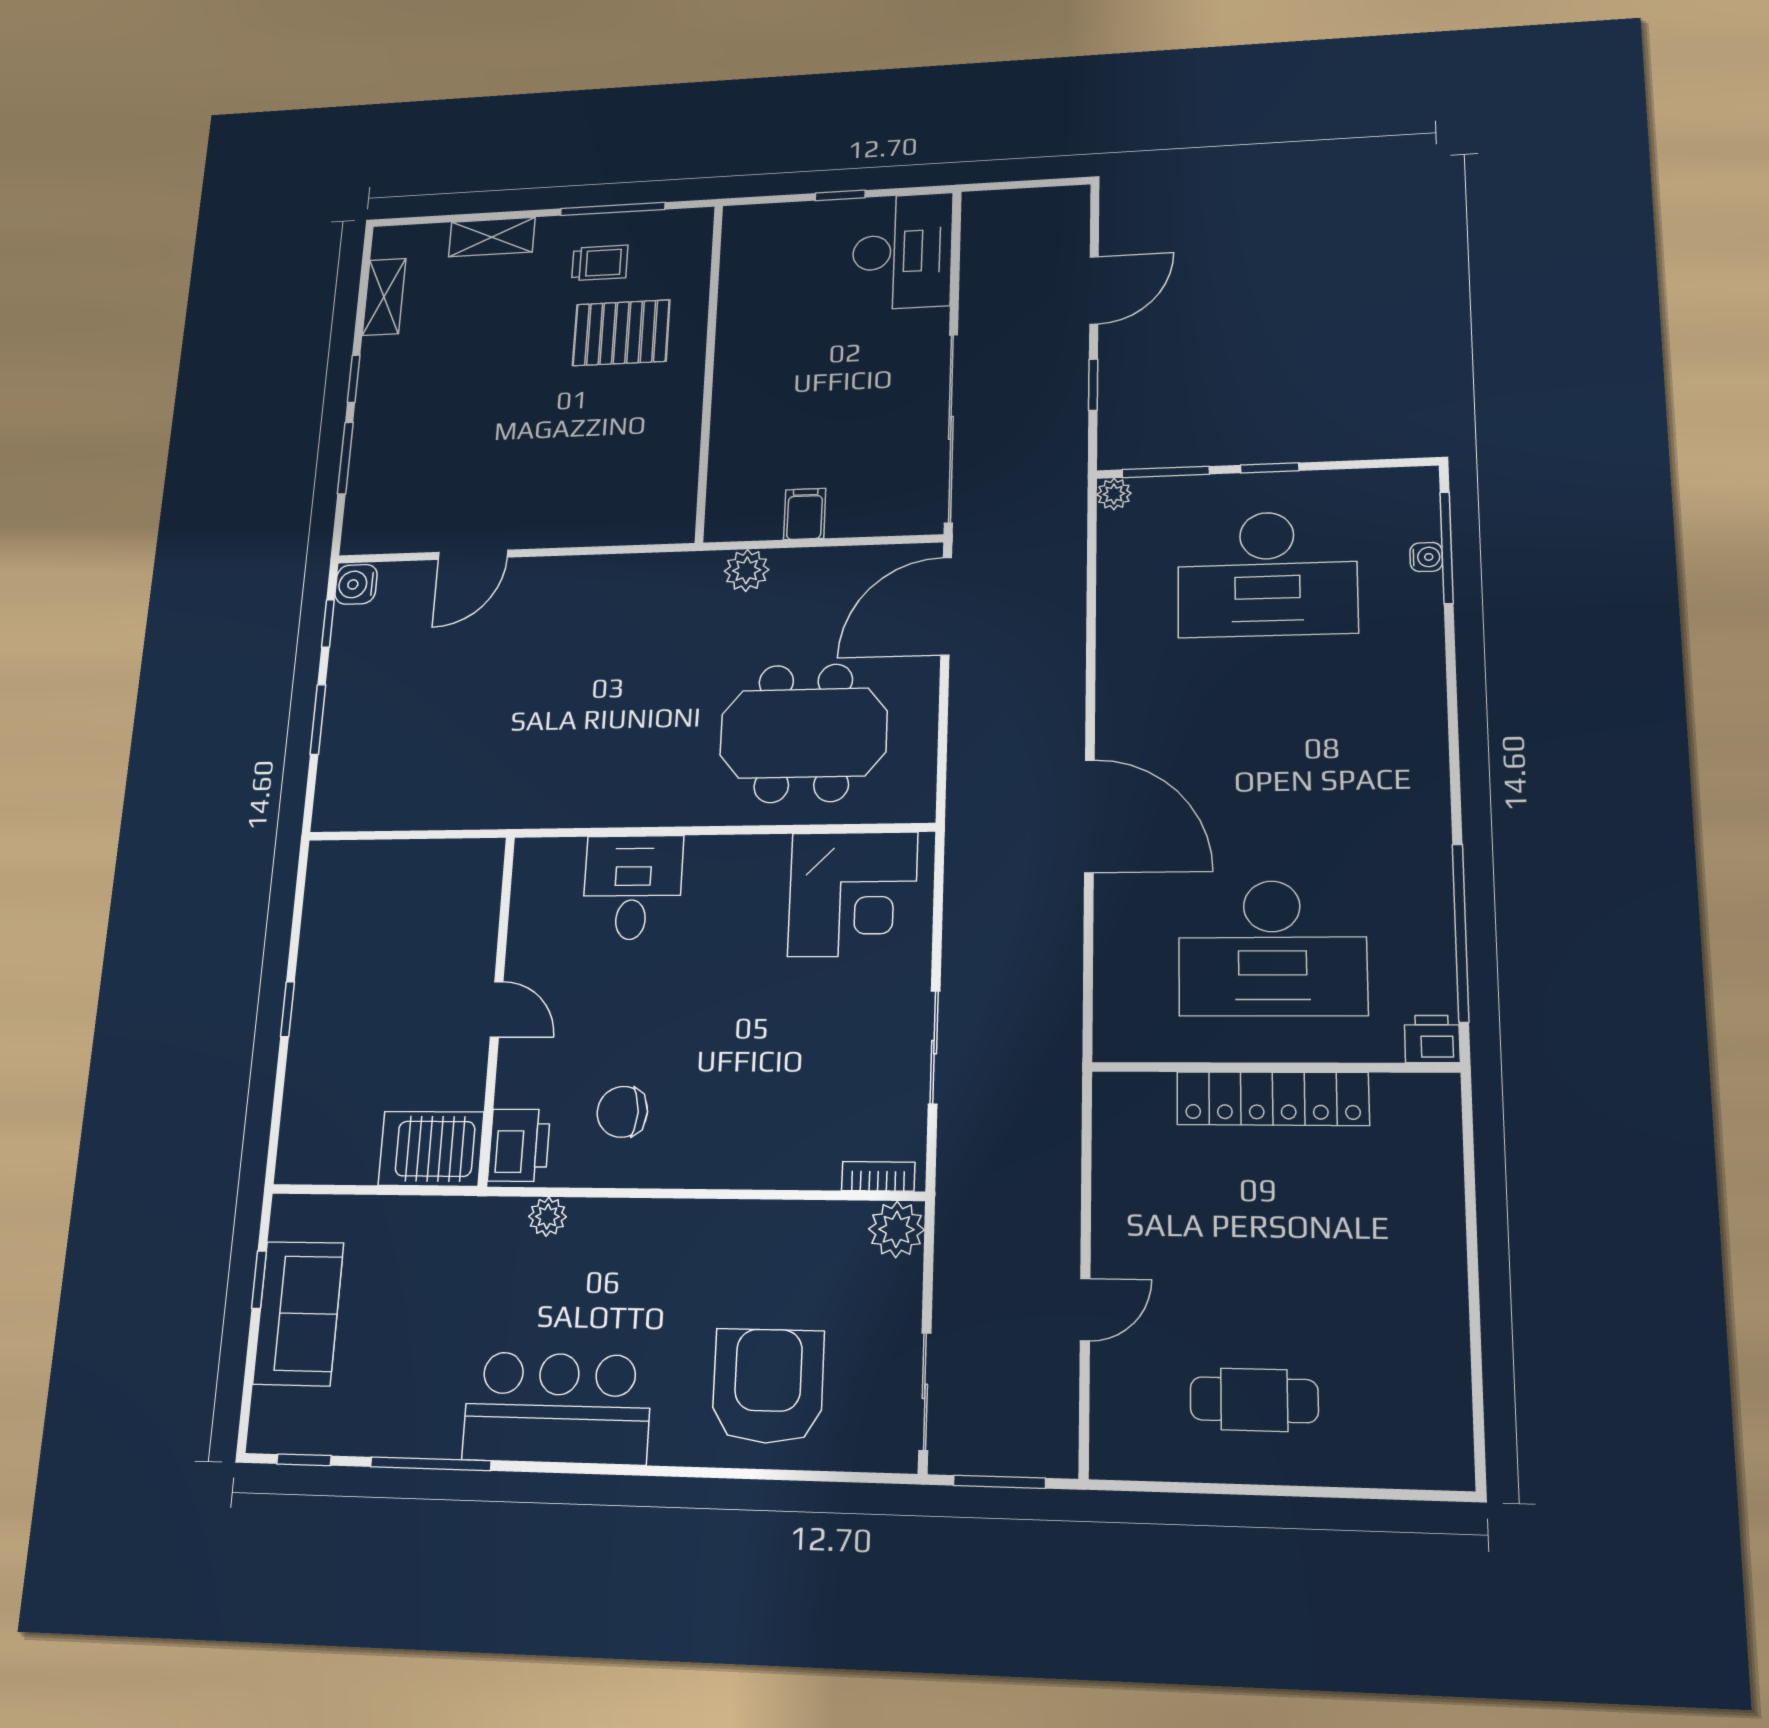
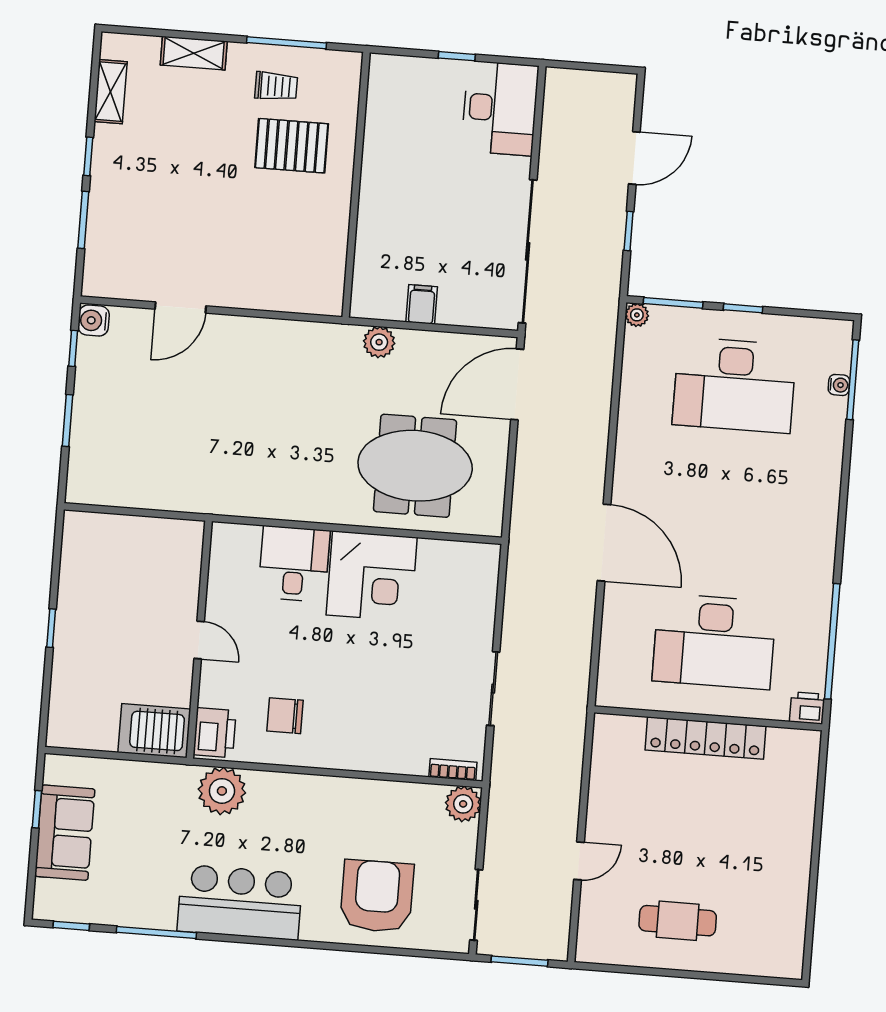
corner desk: (853, 894) -> (372, 576), moved
plant: (547, 1217) -> (222, 791), width x1.88, depth x1.88

